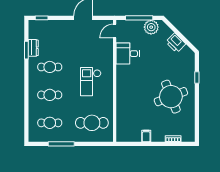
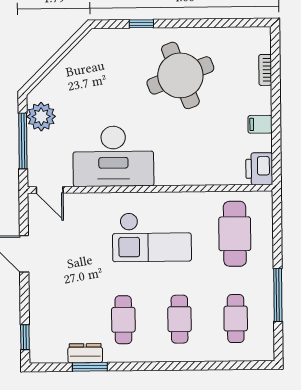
printer: (176, 43) -> (259, 169), moved, turned 135
desk: (128, 54) -> (113, 156), width x1.87, depth x1.30
checkout: (91, 82) -> (152, 237), width x1.36, depth x1.21

